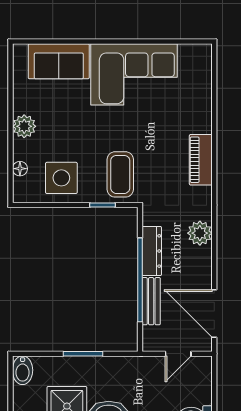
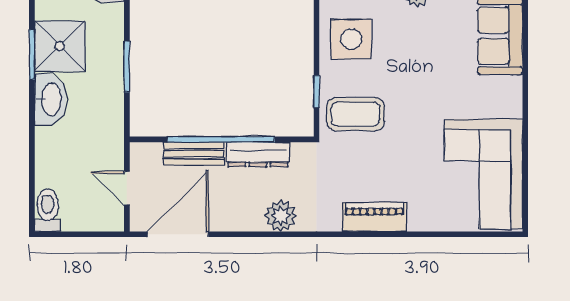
corner sofa: (134, 74) -> (483, 174), moved

